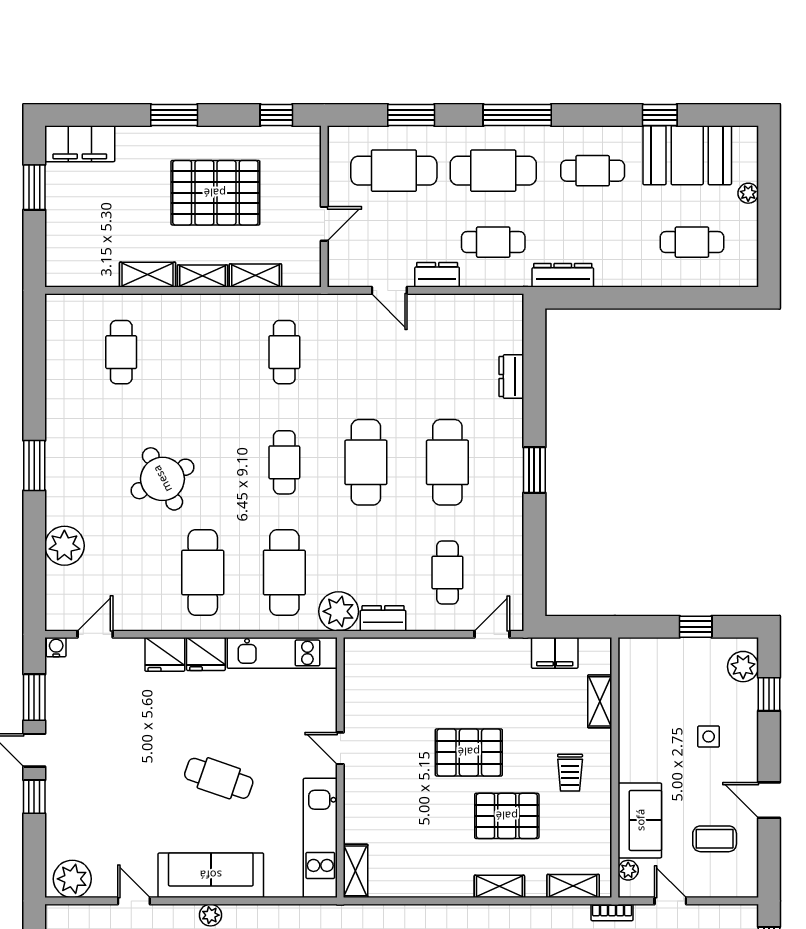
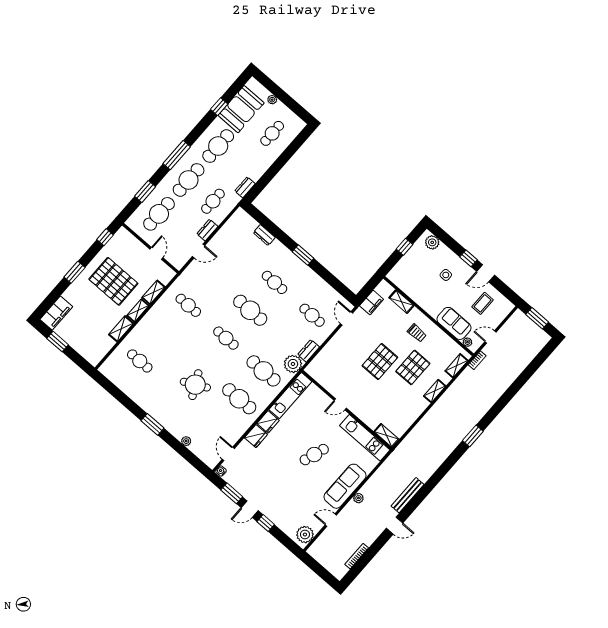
cafe table: (593, 171) -> (218, 146), width x1.37, depth x1.35
pallet: (215, 193) -> (113, 281), turned 90
dresser: (563, 275) -> (245, 187), width x0.70
cafe table: (447, 462) -> (274, 282), width x0.73, depth x0.74
plant: (64, 546) -> (186, 441), width x0.53, depth x0.53
window: (769, 694) -> (468, 258), moved

